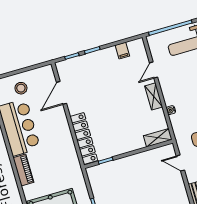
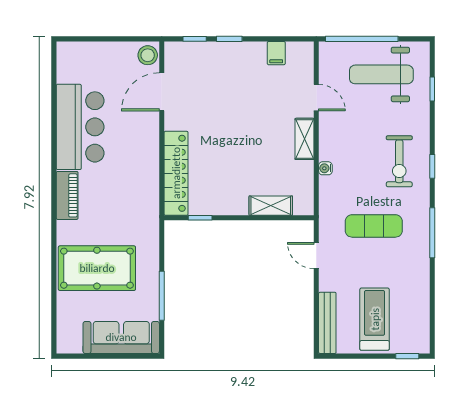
door: (154, 70) -> (316, 98), swing flipped
stool: (21, 88) -> (148, 55), moved
shelving: (158, 138) -> (271, 206), moved

